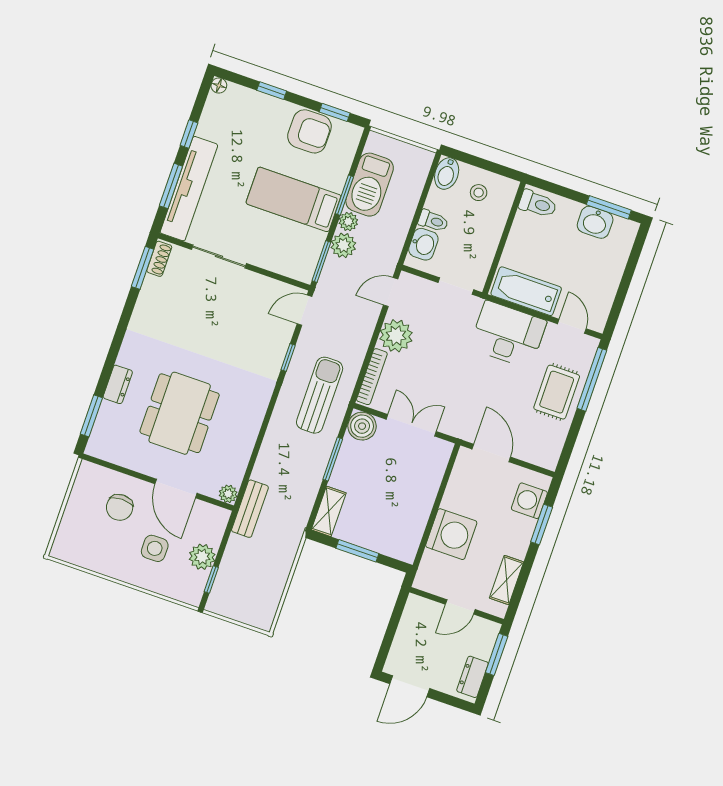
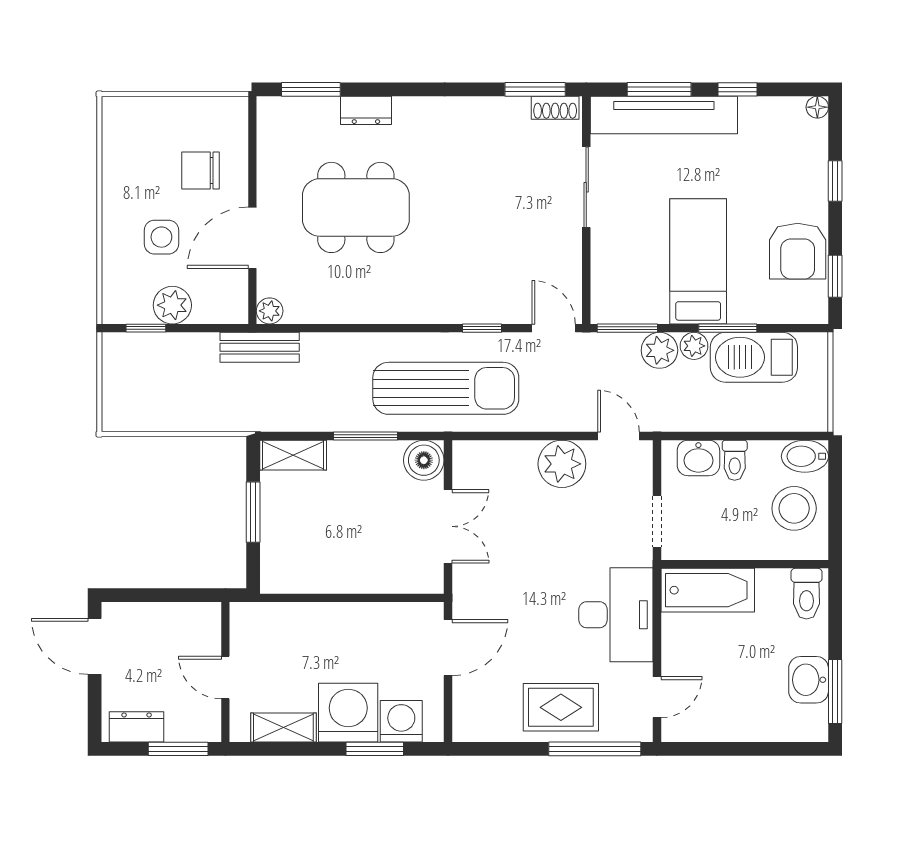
stool: (479, 193) -> (794, 508), width x1.89, depth x1.89
bathtub: (526, 291) -> (708, 590), moved, turned 90
bookcase: (372, 377) -> (495, 450), removed
sun lounger: (320, 395) -> (446, 388), width x1.36, depth x1.34
washing machine: (451, 534) -> (348, 713), moved, turned 180

